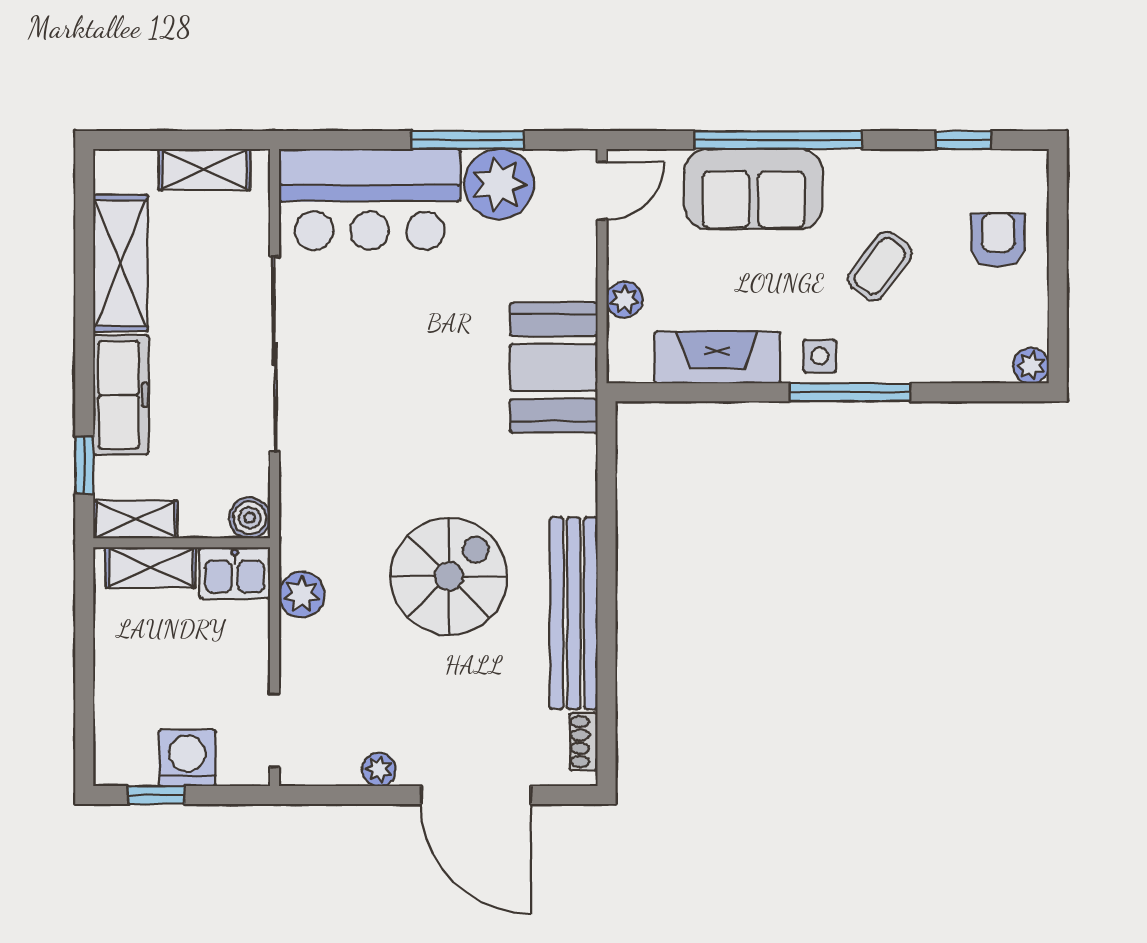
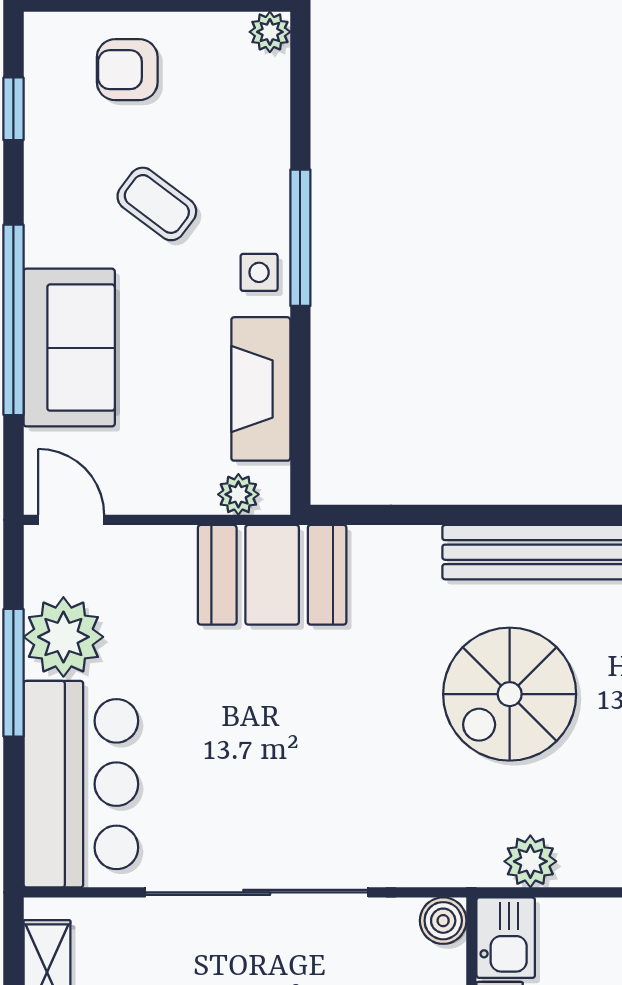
plant: (624, 300) -> (238, 494), moved
spiral stairs: (449, 576) -> (510, 694), turned -90

